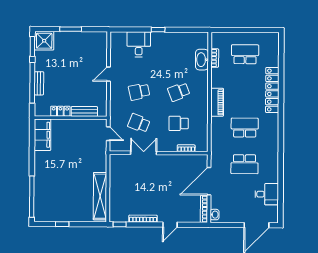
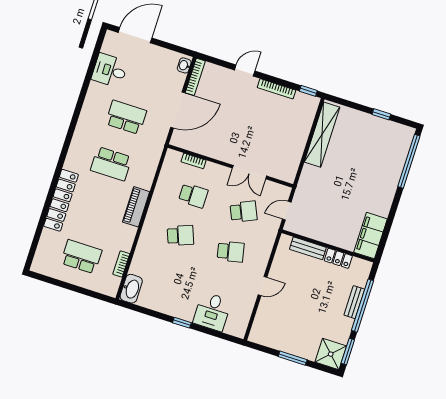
school desk: (245, 54) -> (81, 257), turned 180
washbasin: (202, 60) -> (131, 289), moved
school desk: (139, 123) -> (244, 212), turned -45
door: (108, 134) -> (287, 211), hinge flipped

